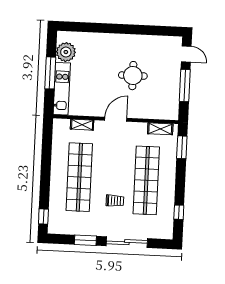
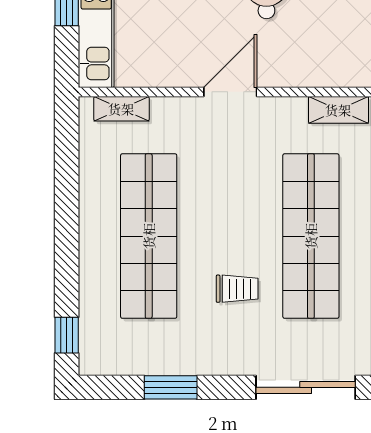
shelving: (82, 125) -> (121, 109), moved
sliding door: (127, 242) -> (306, 387), moved

